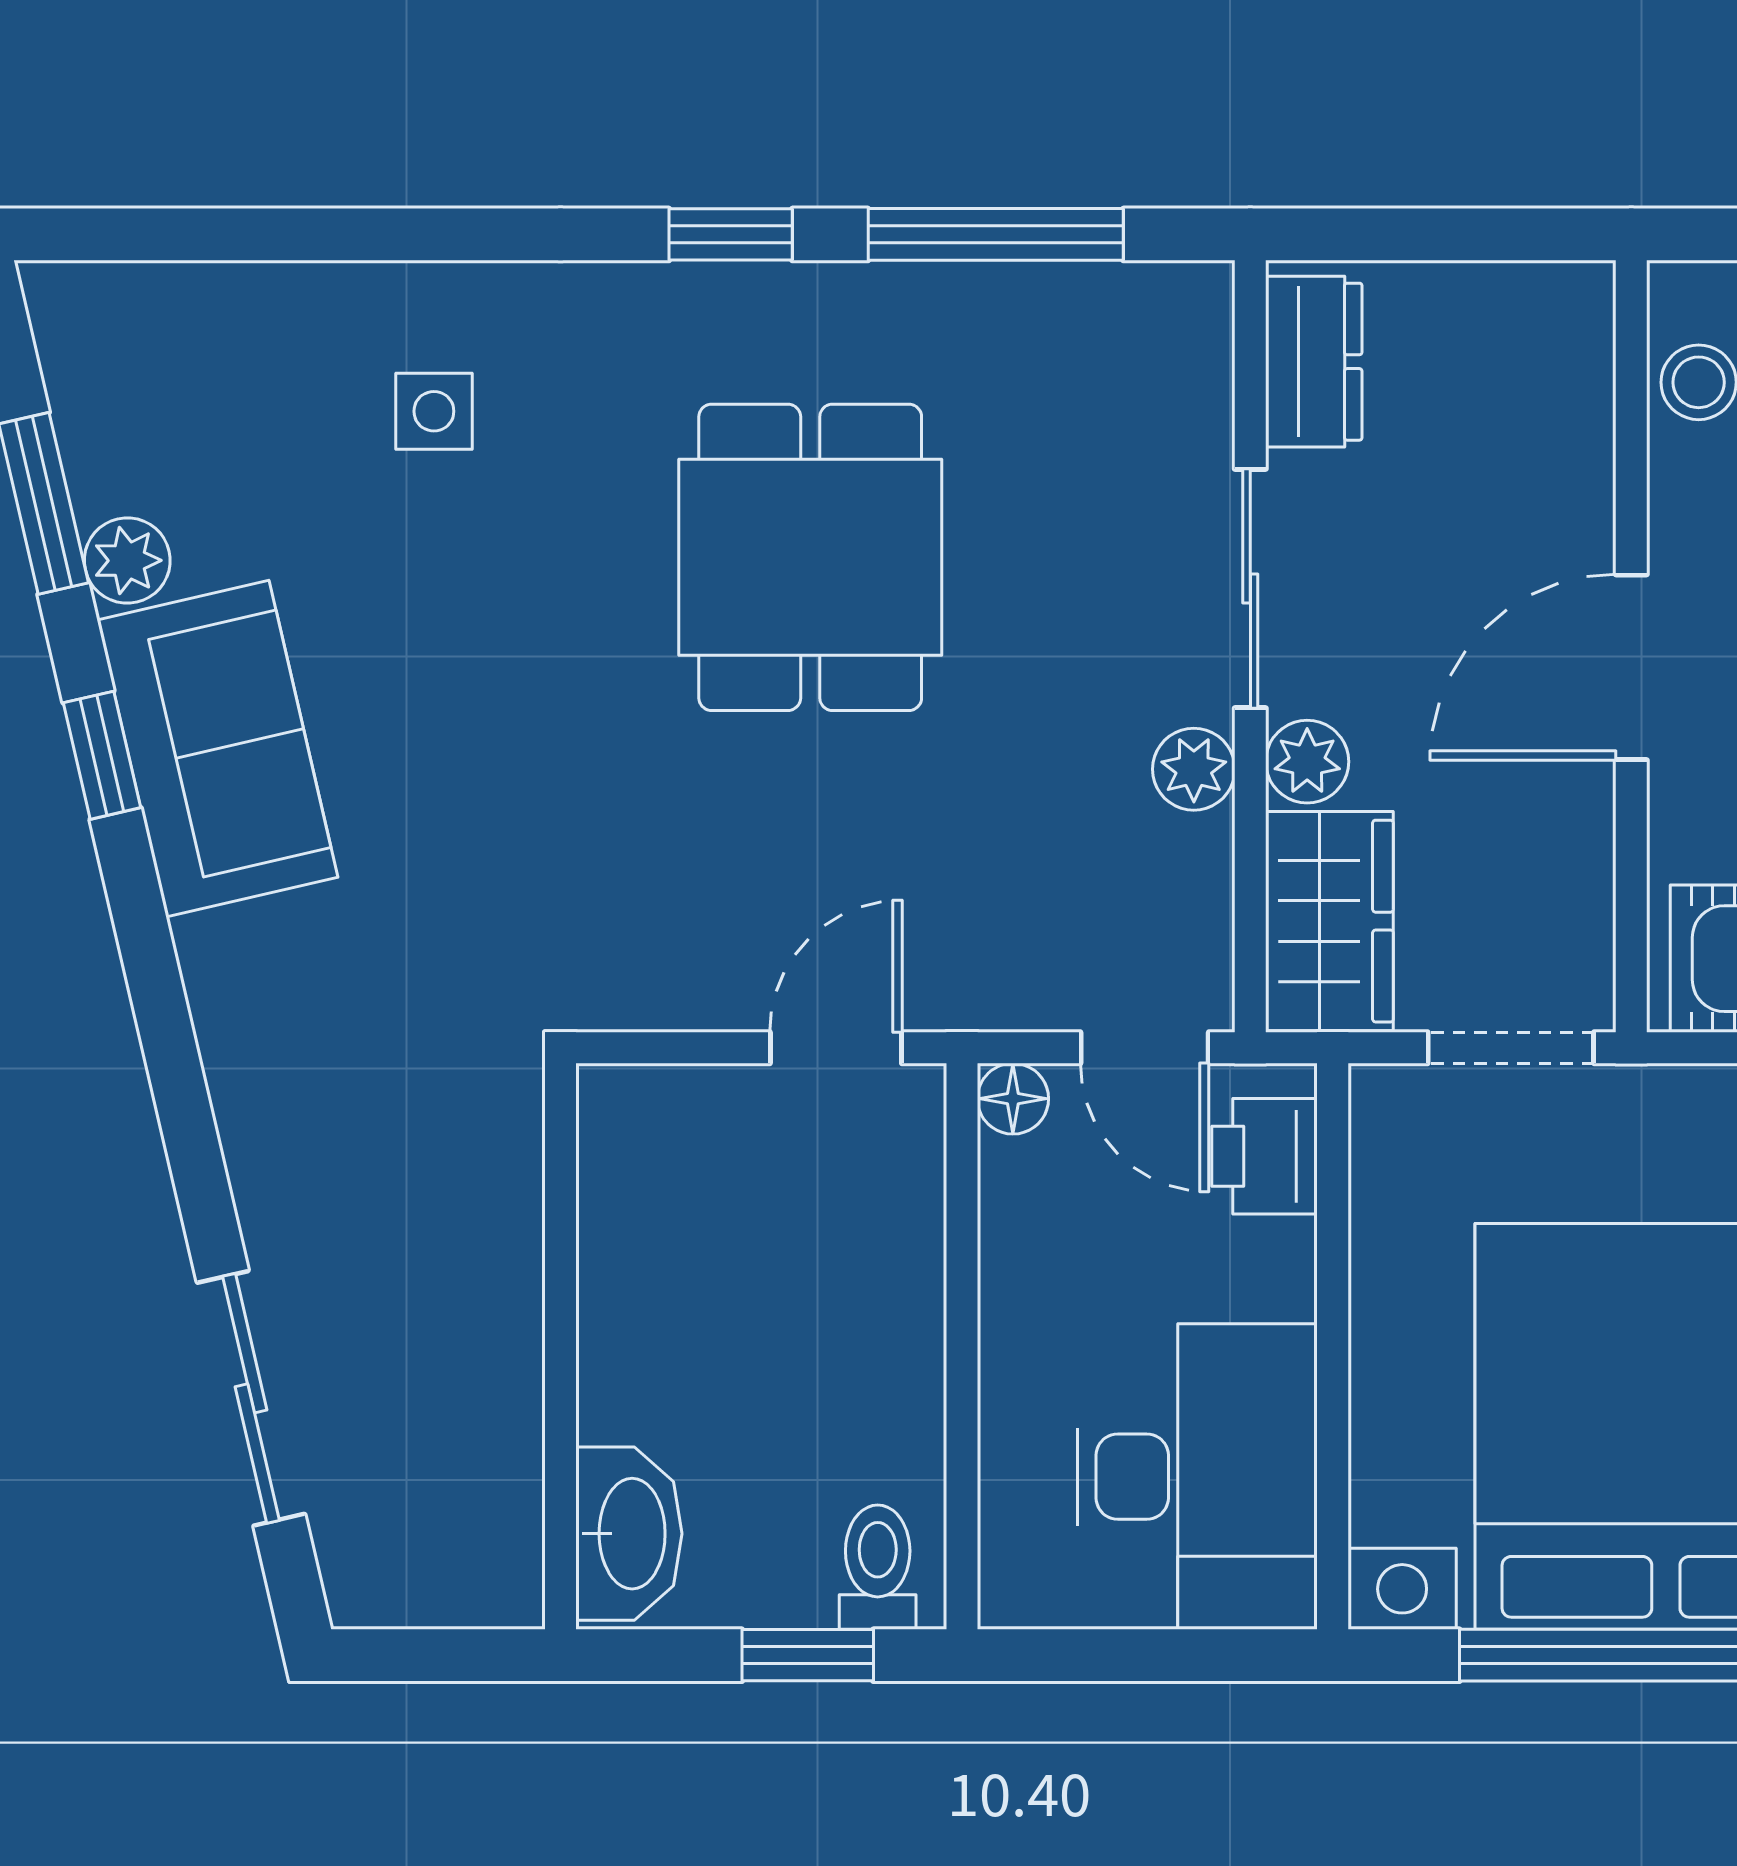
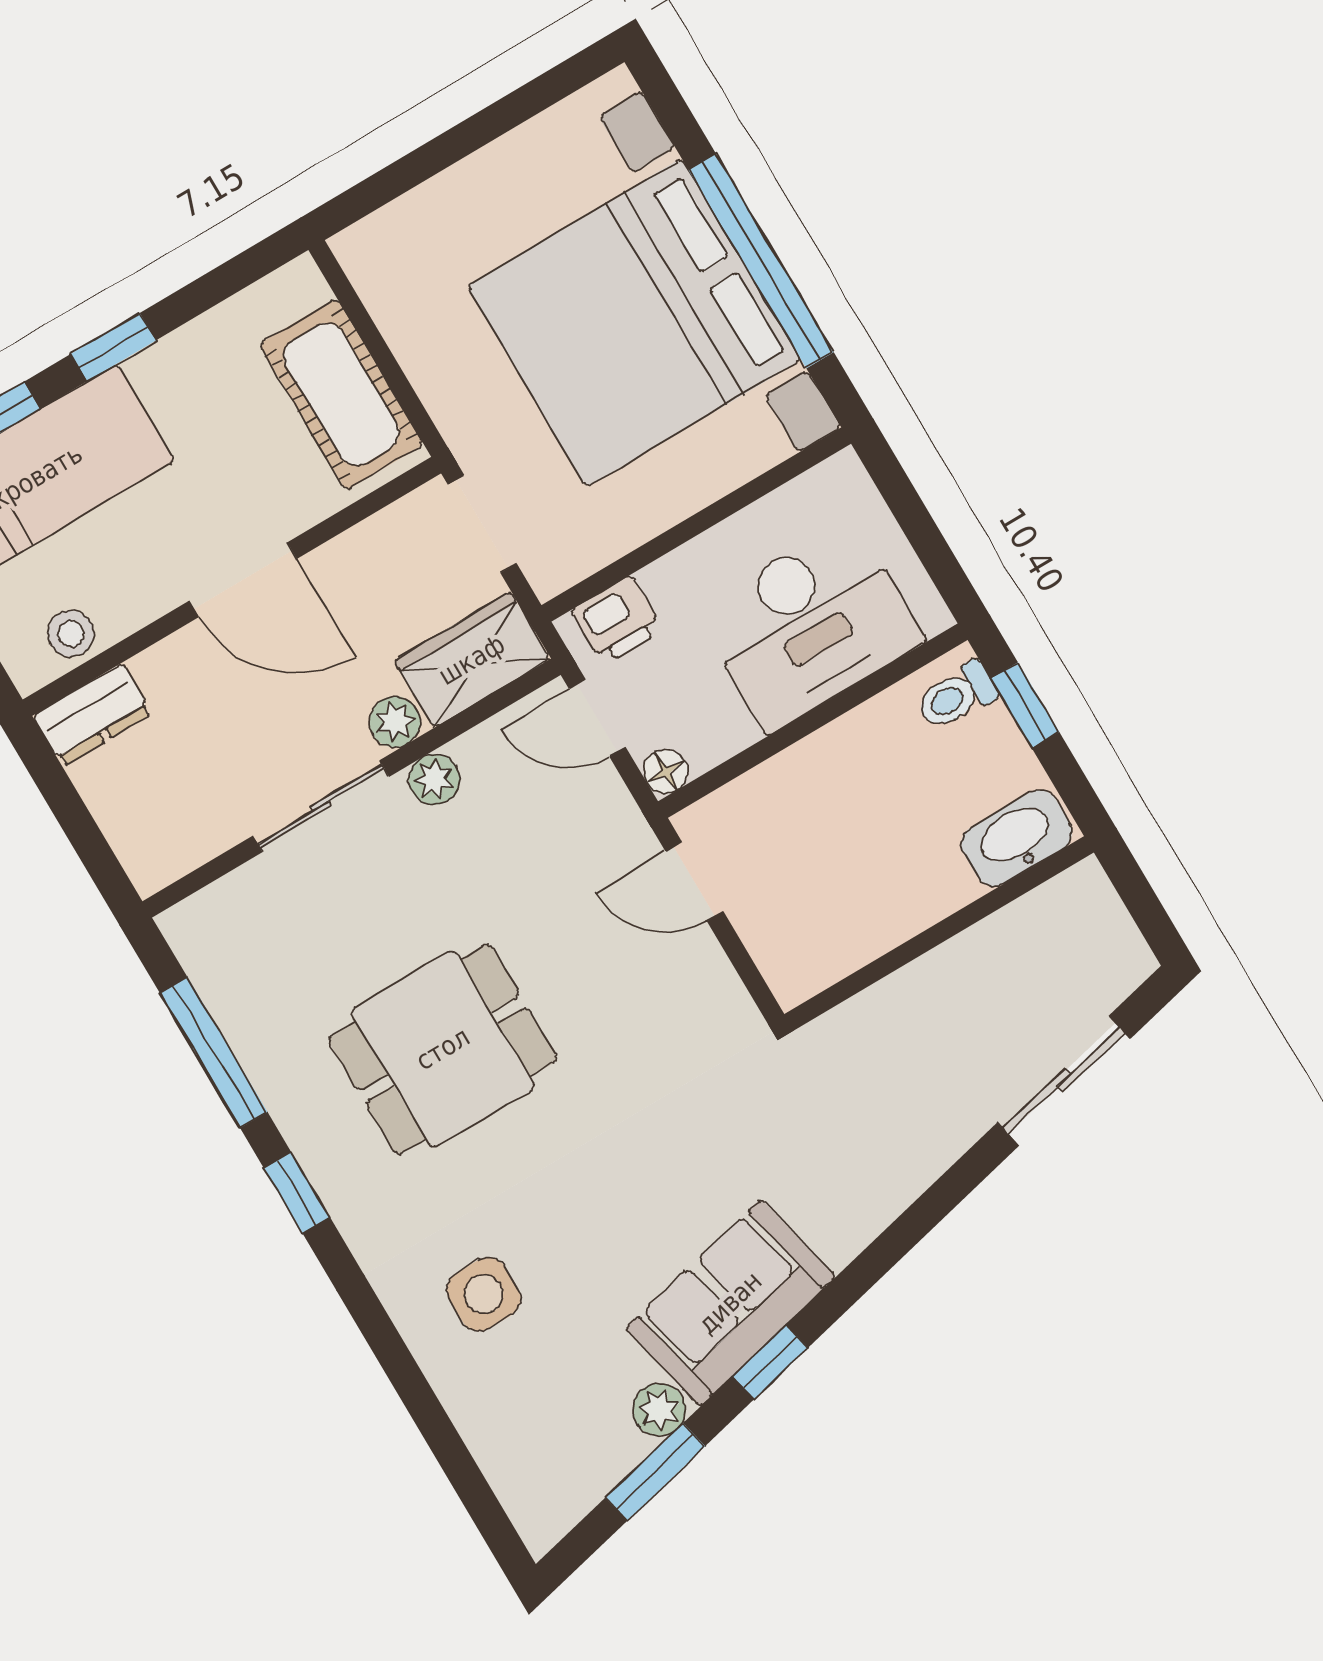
dresser: (1314, 362) -> (93, 715), moved, turned 180
side table: (434, 411) -> (484, 1294), width x1.37, depth x1.37
door: (1145, 1048) -> (597, 718), swing flipped
desk: (1197, 1477) -> (810, 625), moved, turned 180

